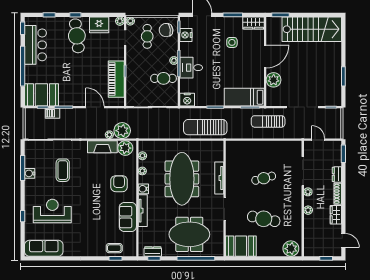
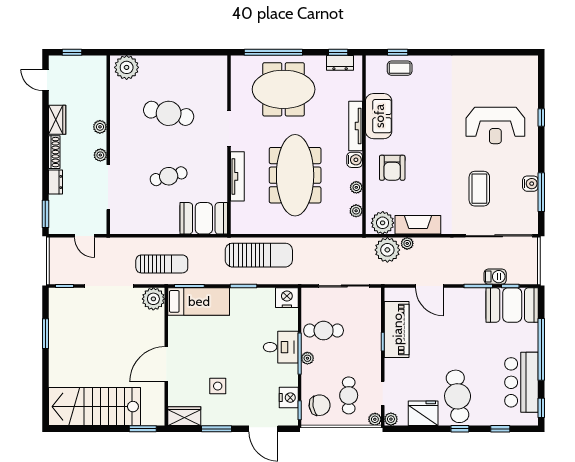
plant: (274, 80) -> (153, 299), moved
booth: (241, 246) -> (204, 218), moved
sofa: (44, 248) -> (509, 68), removed

